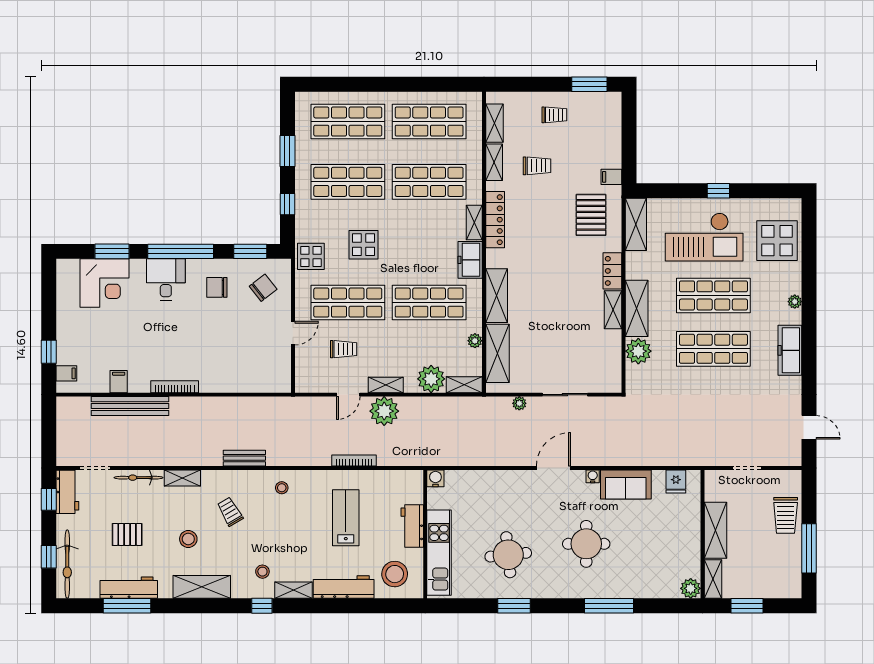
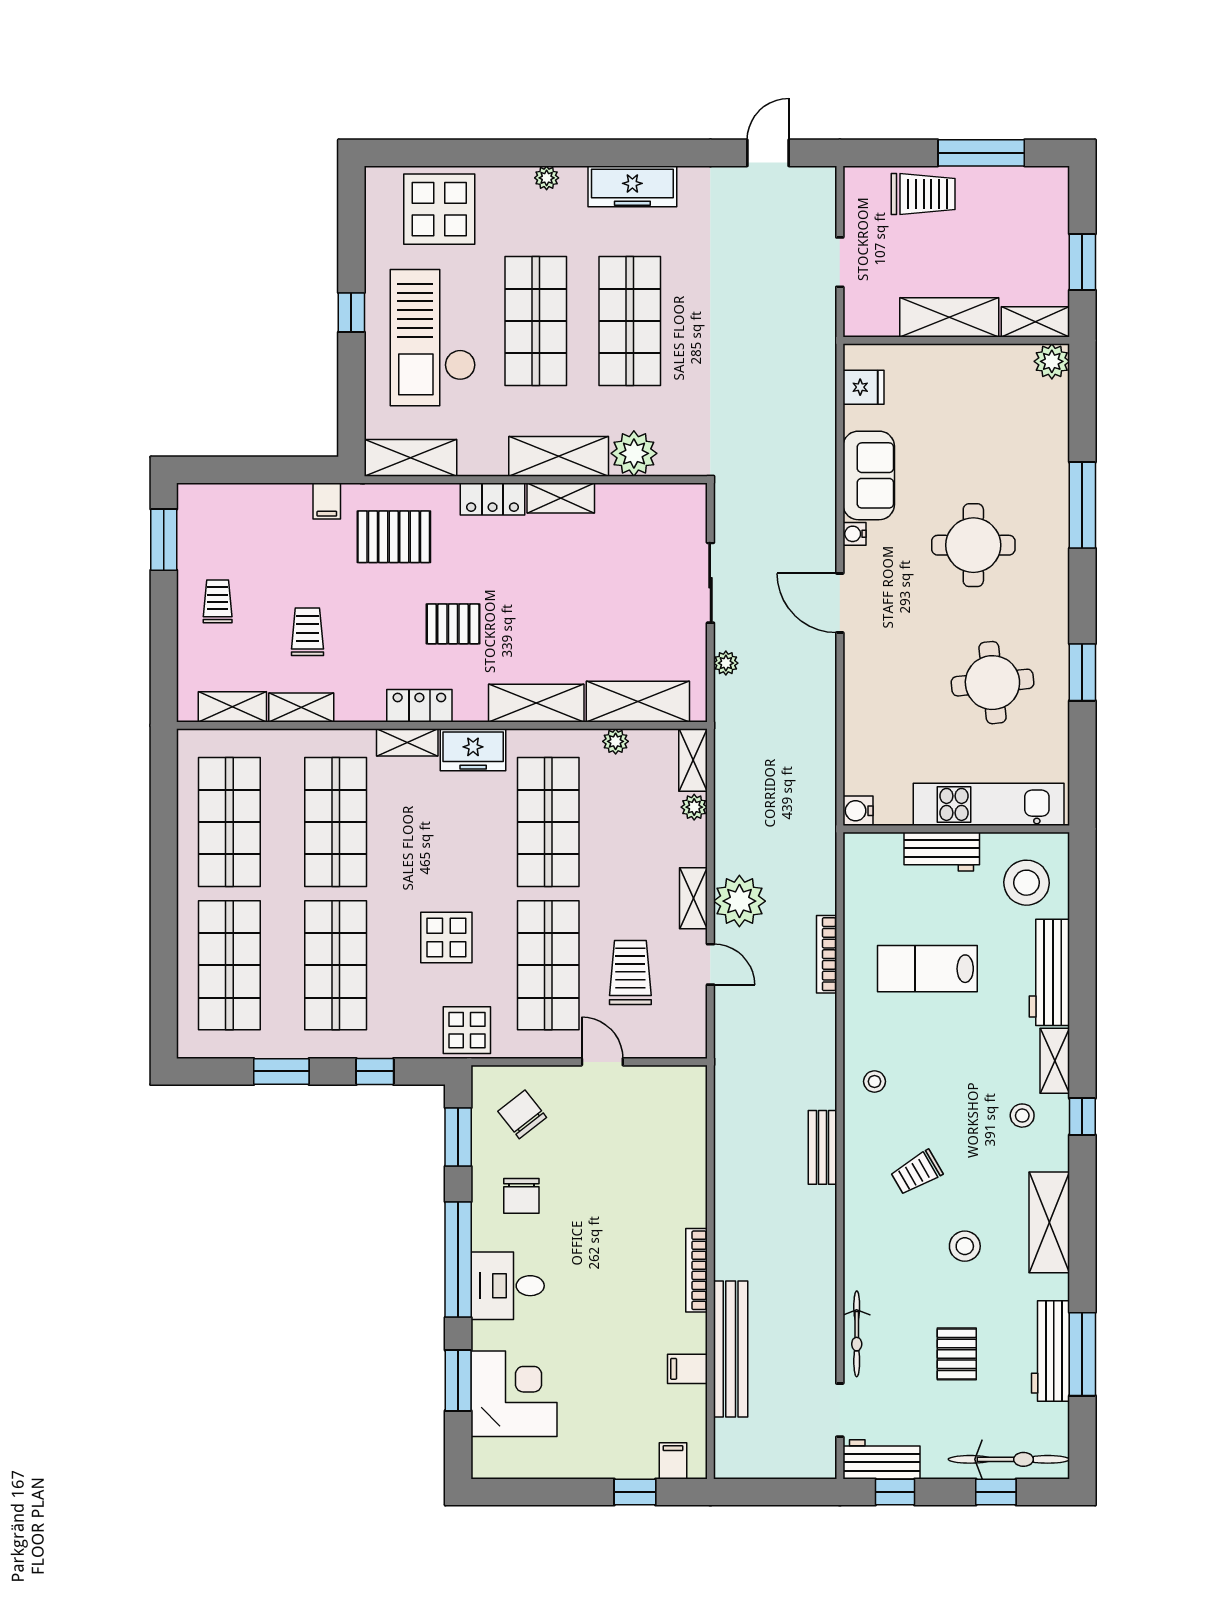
locker: (495, 220) -> (419, 706), width x0.66
checkout: (704, 237) -> (433, 338), turned 180
pallet: (542, 248) -> (453, 624), added
trolley: (344, 349) -> (630, 973), width x1.36, depth x1.39
plant: (431, 379) -> (694, 807), width x0.53, depth x0.53
shelving: (182, 478) -> (857, 1257), removed

